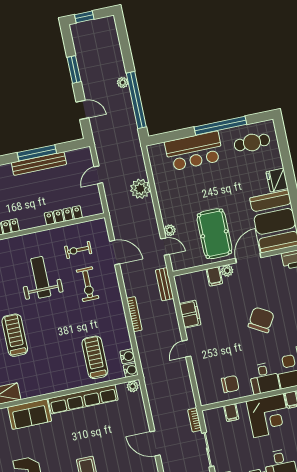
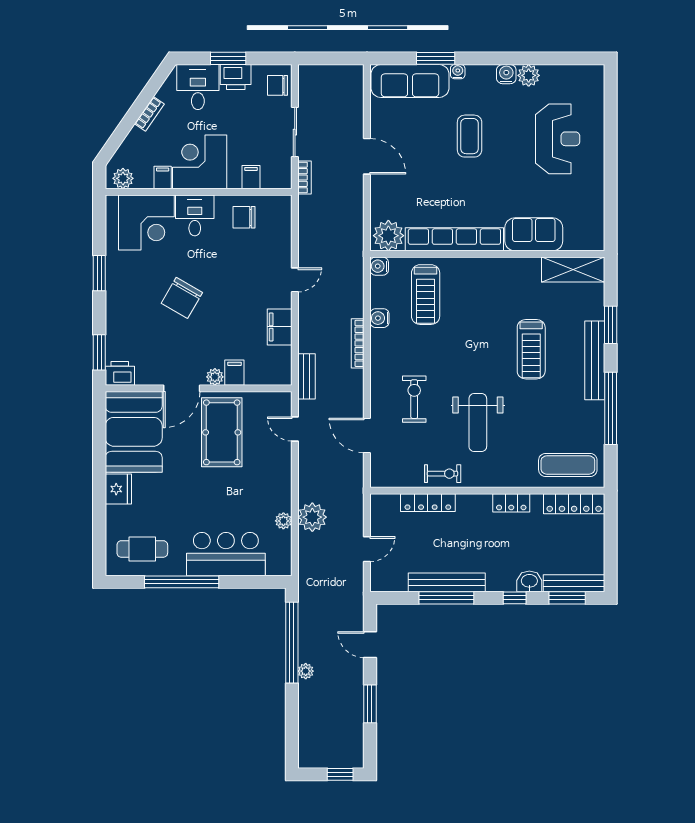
plant: (170, 230) -> (283, 521), moved
exercise bike: (78, 250) -> (443, 474), moved
water cooler: (128, 356) -> (379, 318), moved
plant: (133, 386) -> (388, 236), width x1.87, depth x1.87

